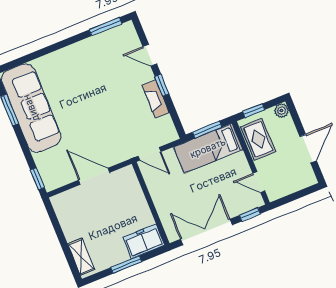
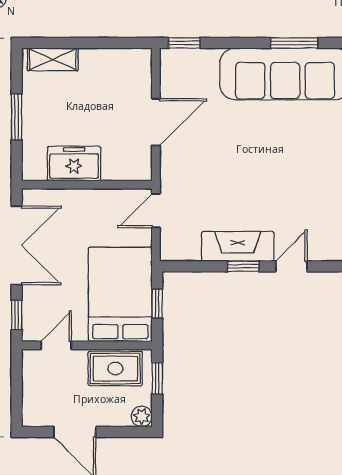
fireplace: (156, 99) -> (238, 246), width x1.37, depth x1.32
window: (207, 130) -> (157, 304), width x0.67
bed: (208, 148) -> (120, 294), width x1.50
freezer: (144, 241) -> (74, 164), moved, turned -90

